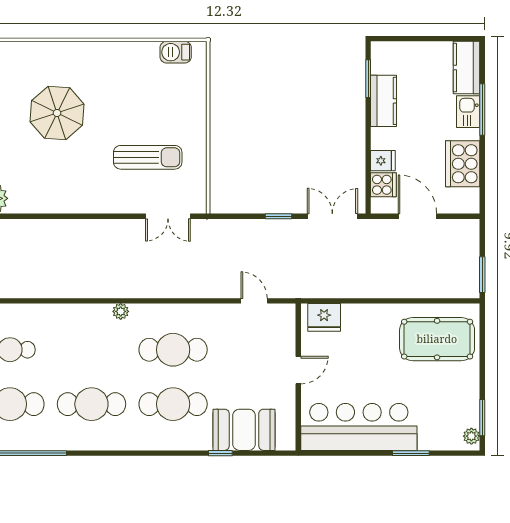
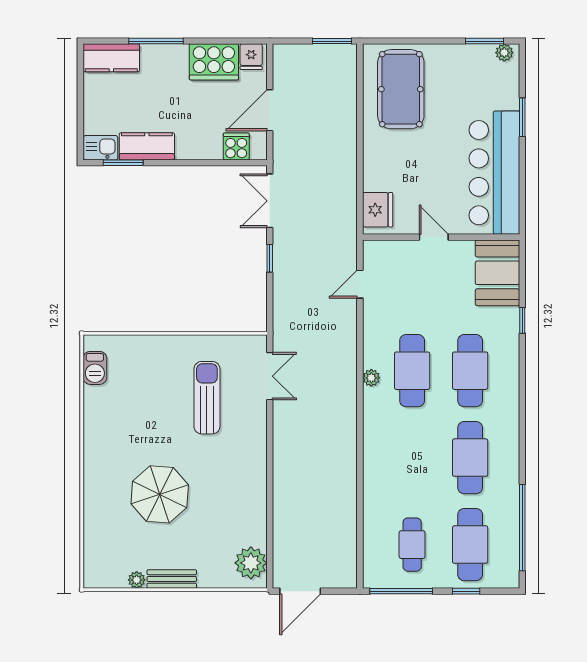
kitchen sink: (468, 112) -> (101, 148), moved, turned 180
fridge: (383, 161) -> (251, 57), moved, turned 180
plant: (121, 311) -> (371, 378), moved
booth: (244, 430) -> (497, 273), moved

